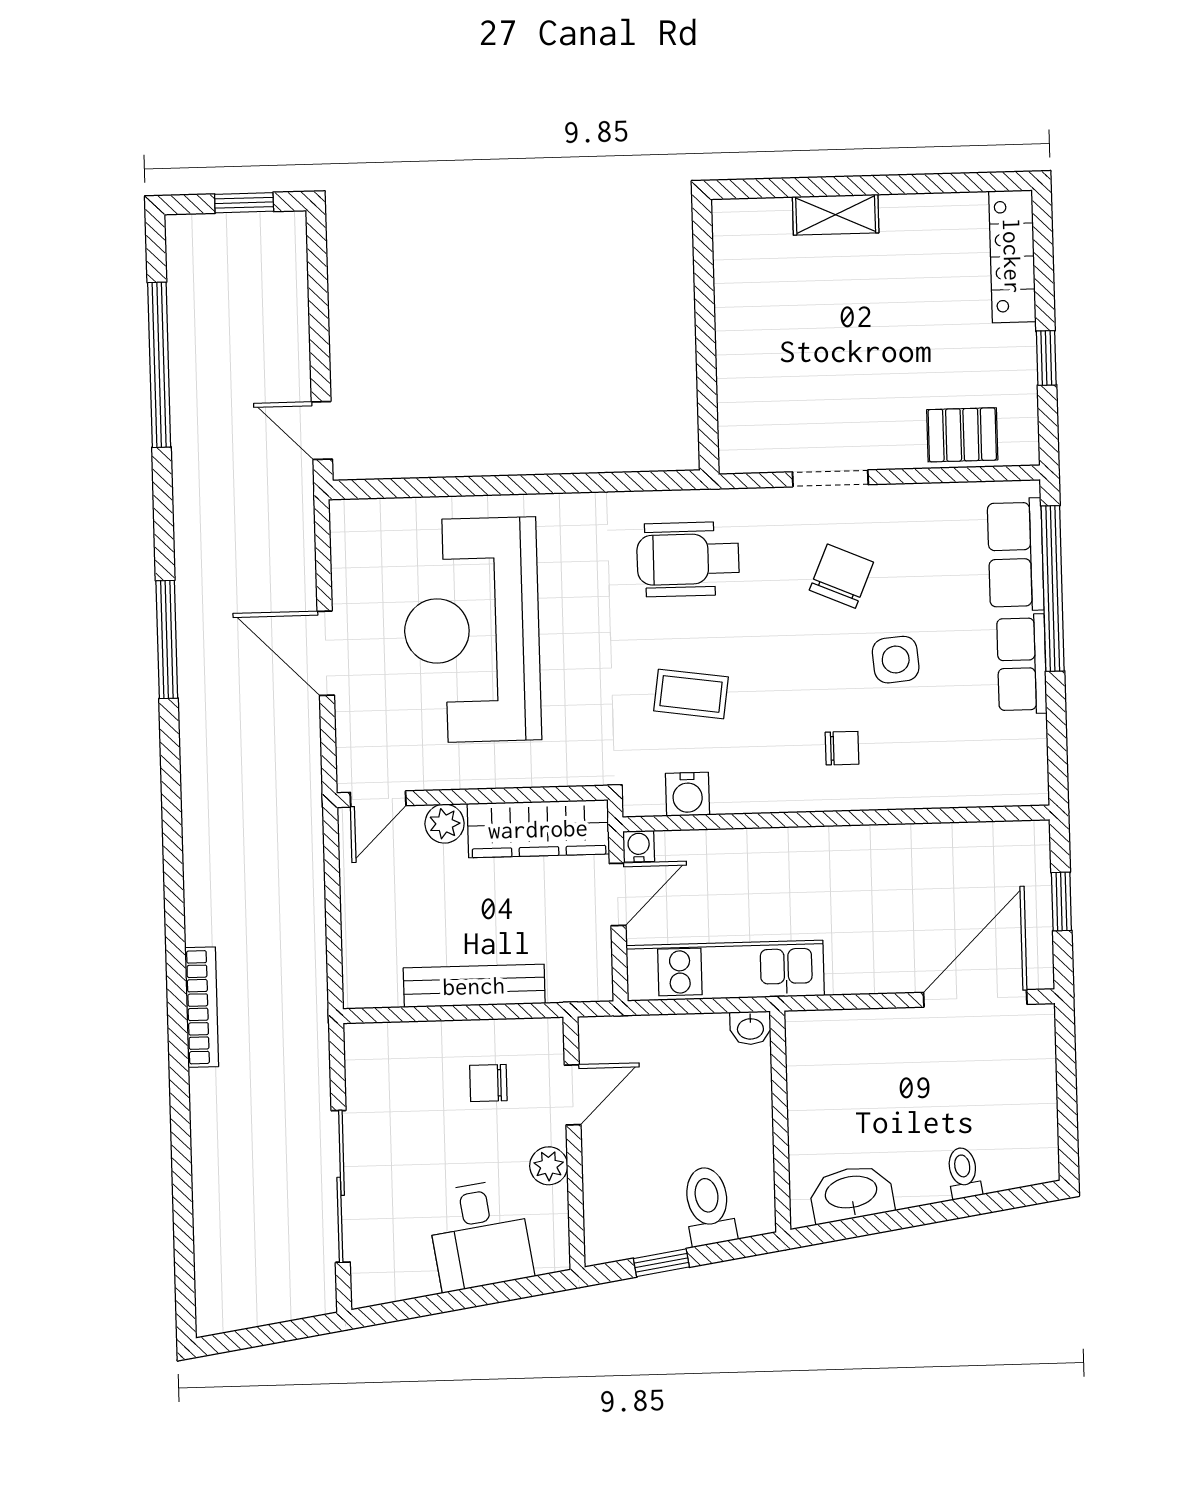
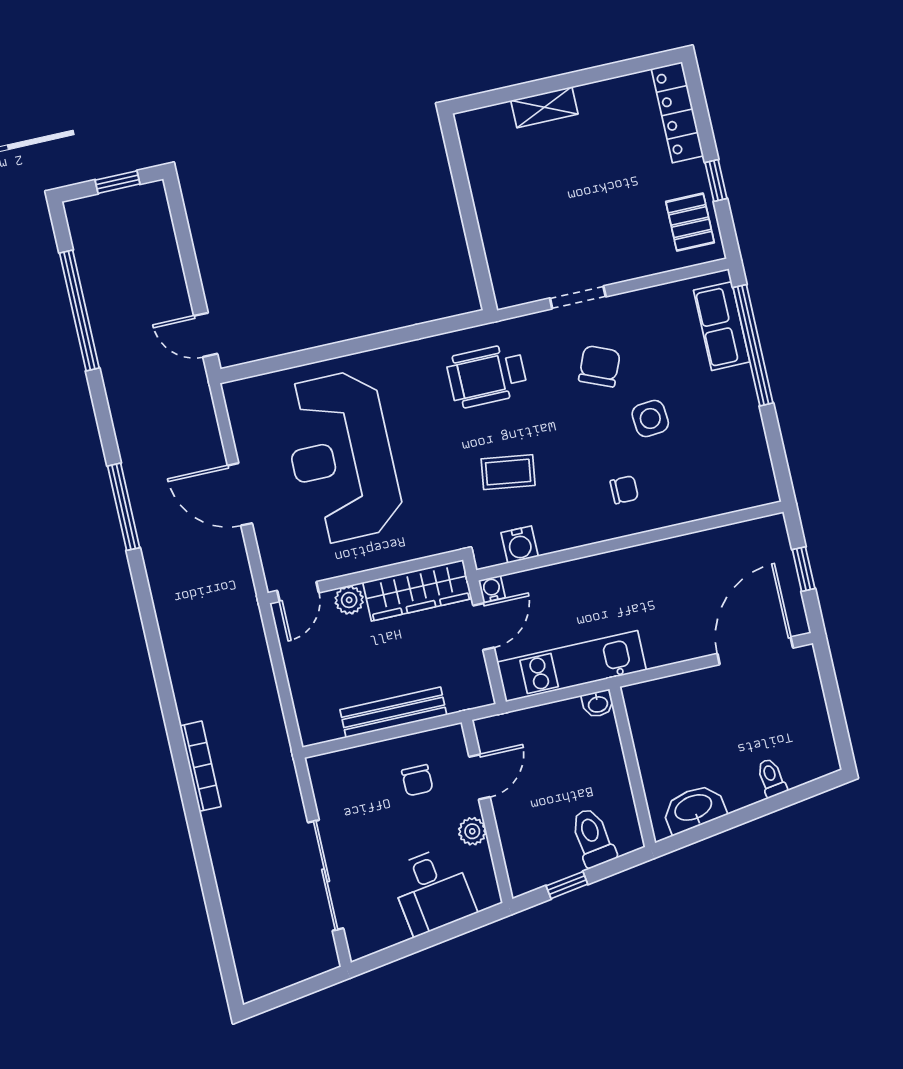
pallet: (962, 435) -> (690, 222), moved, turned 90
row of seats: (1022, 664) -> (742, 404), removed
chair: (488, 1083) -> (417, 780), turned -90

